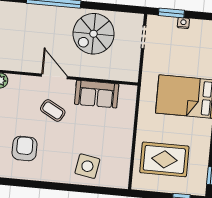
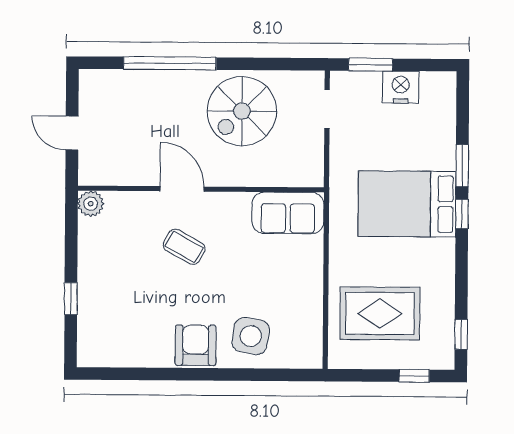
nightstand: (183, 23) -> (401, 87), width x1.89, depth x1.79
sofa: (97, 94) -> (288, 213), moved
armchair: (25, 149) -> (196, 345), moved

